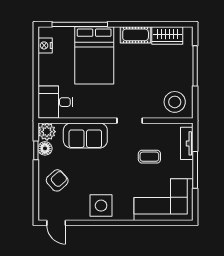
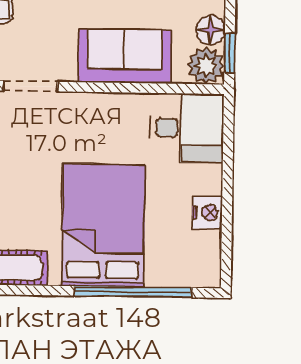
nightstand: (45, 45) -> (207, 213), moved
window: (36, 150) -> (230, 53), moved

